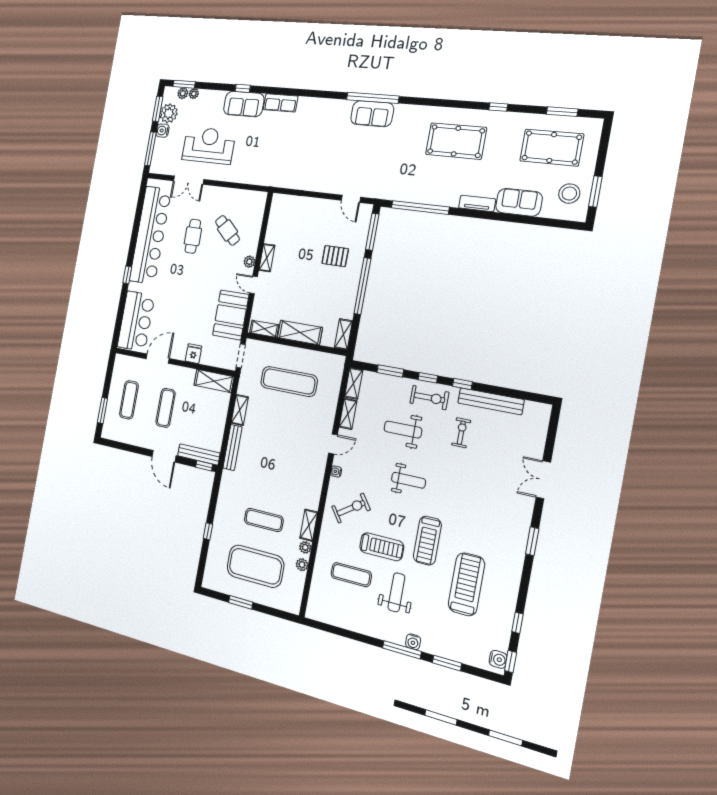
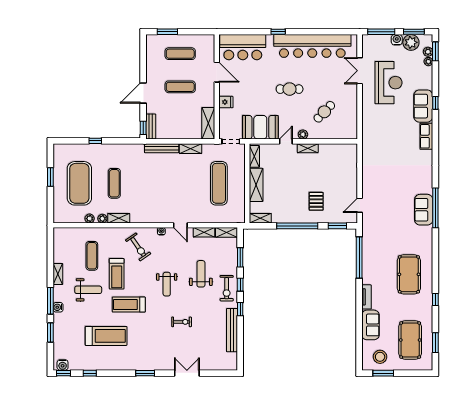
window: (372, 232) -> (337, 226), width x0.69
cafe table: (193, 236) -> (290, 89), moved
exercise bike: (461, 433) -> (182, 322), moved
bench: (199, 454) -> (151, 126), width x0.73
shelving: (367, 629) -> (58, 274), added

